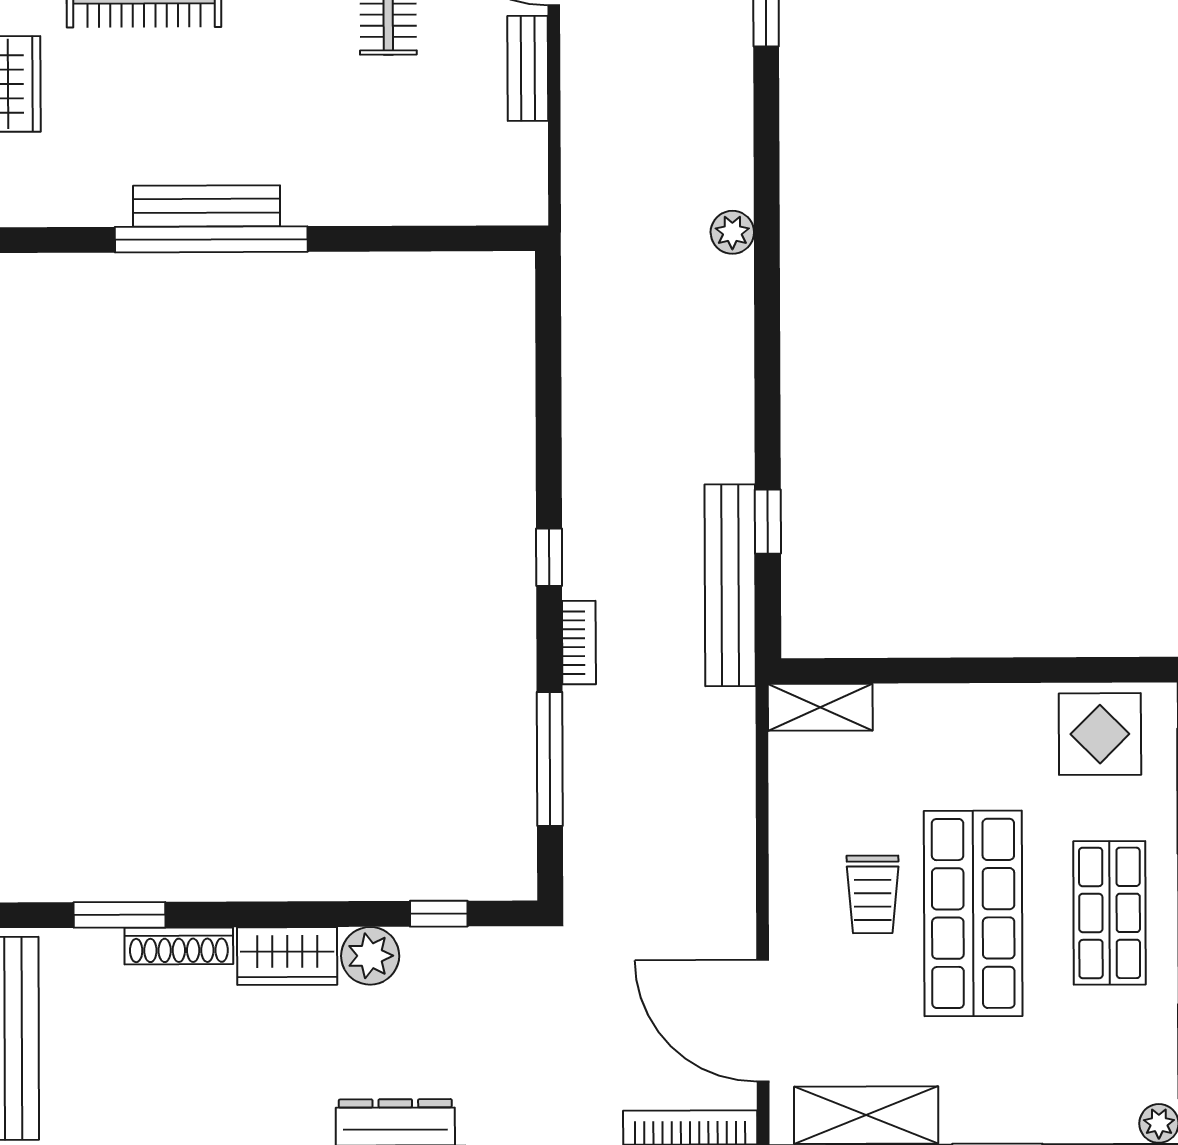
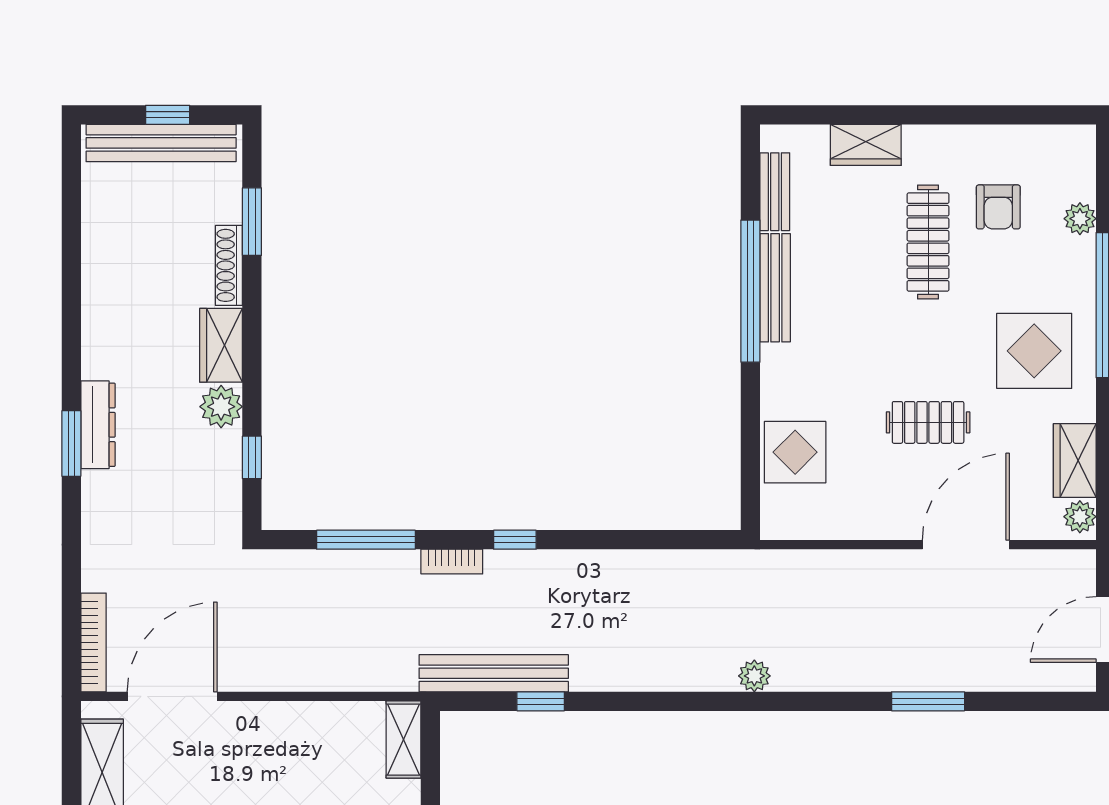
bench: (528, 68) -> (775, 192), moved, turned 90
display table: (429, 178) -> (795, 452), added
trolley: (873, 894) -> (265, 778), removed

